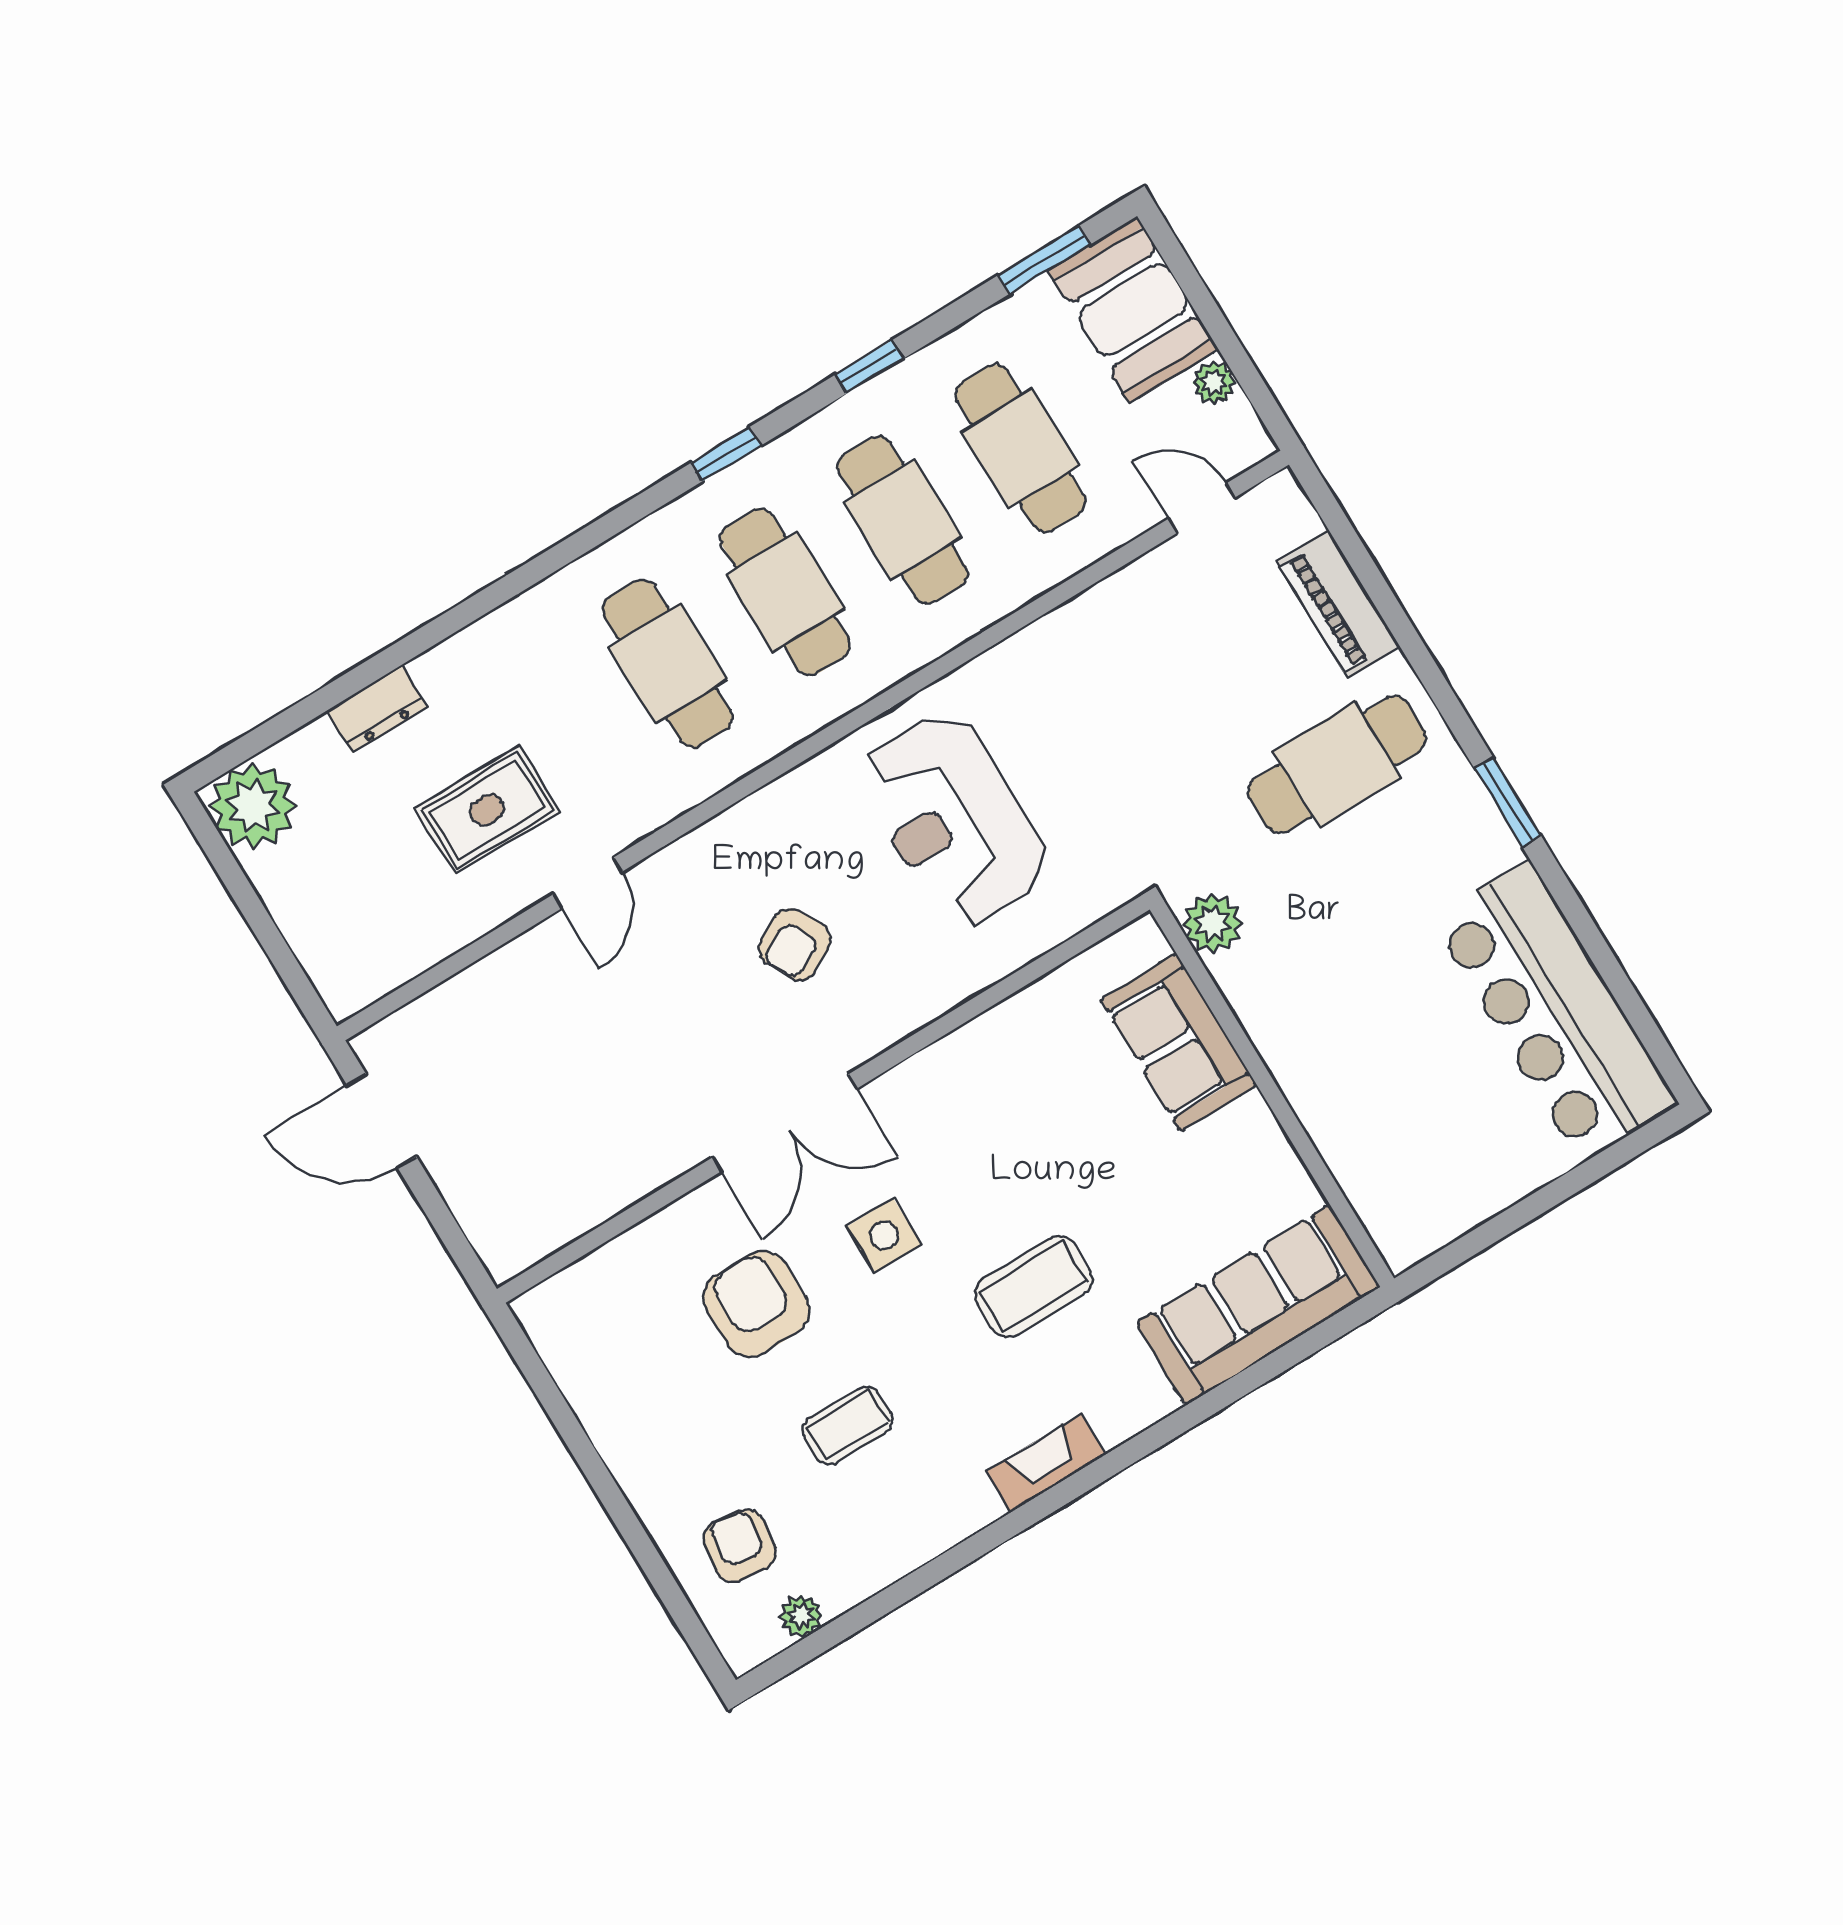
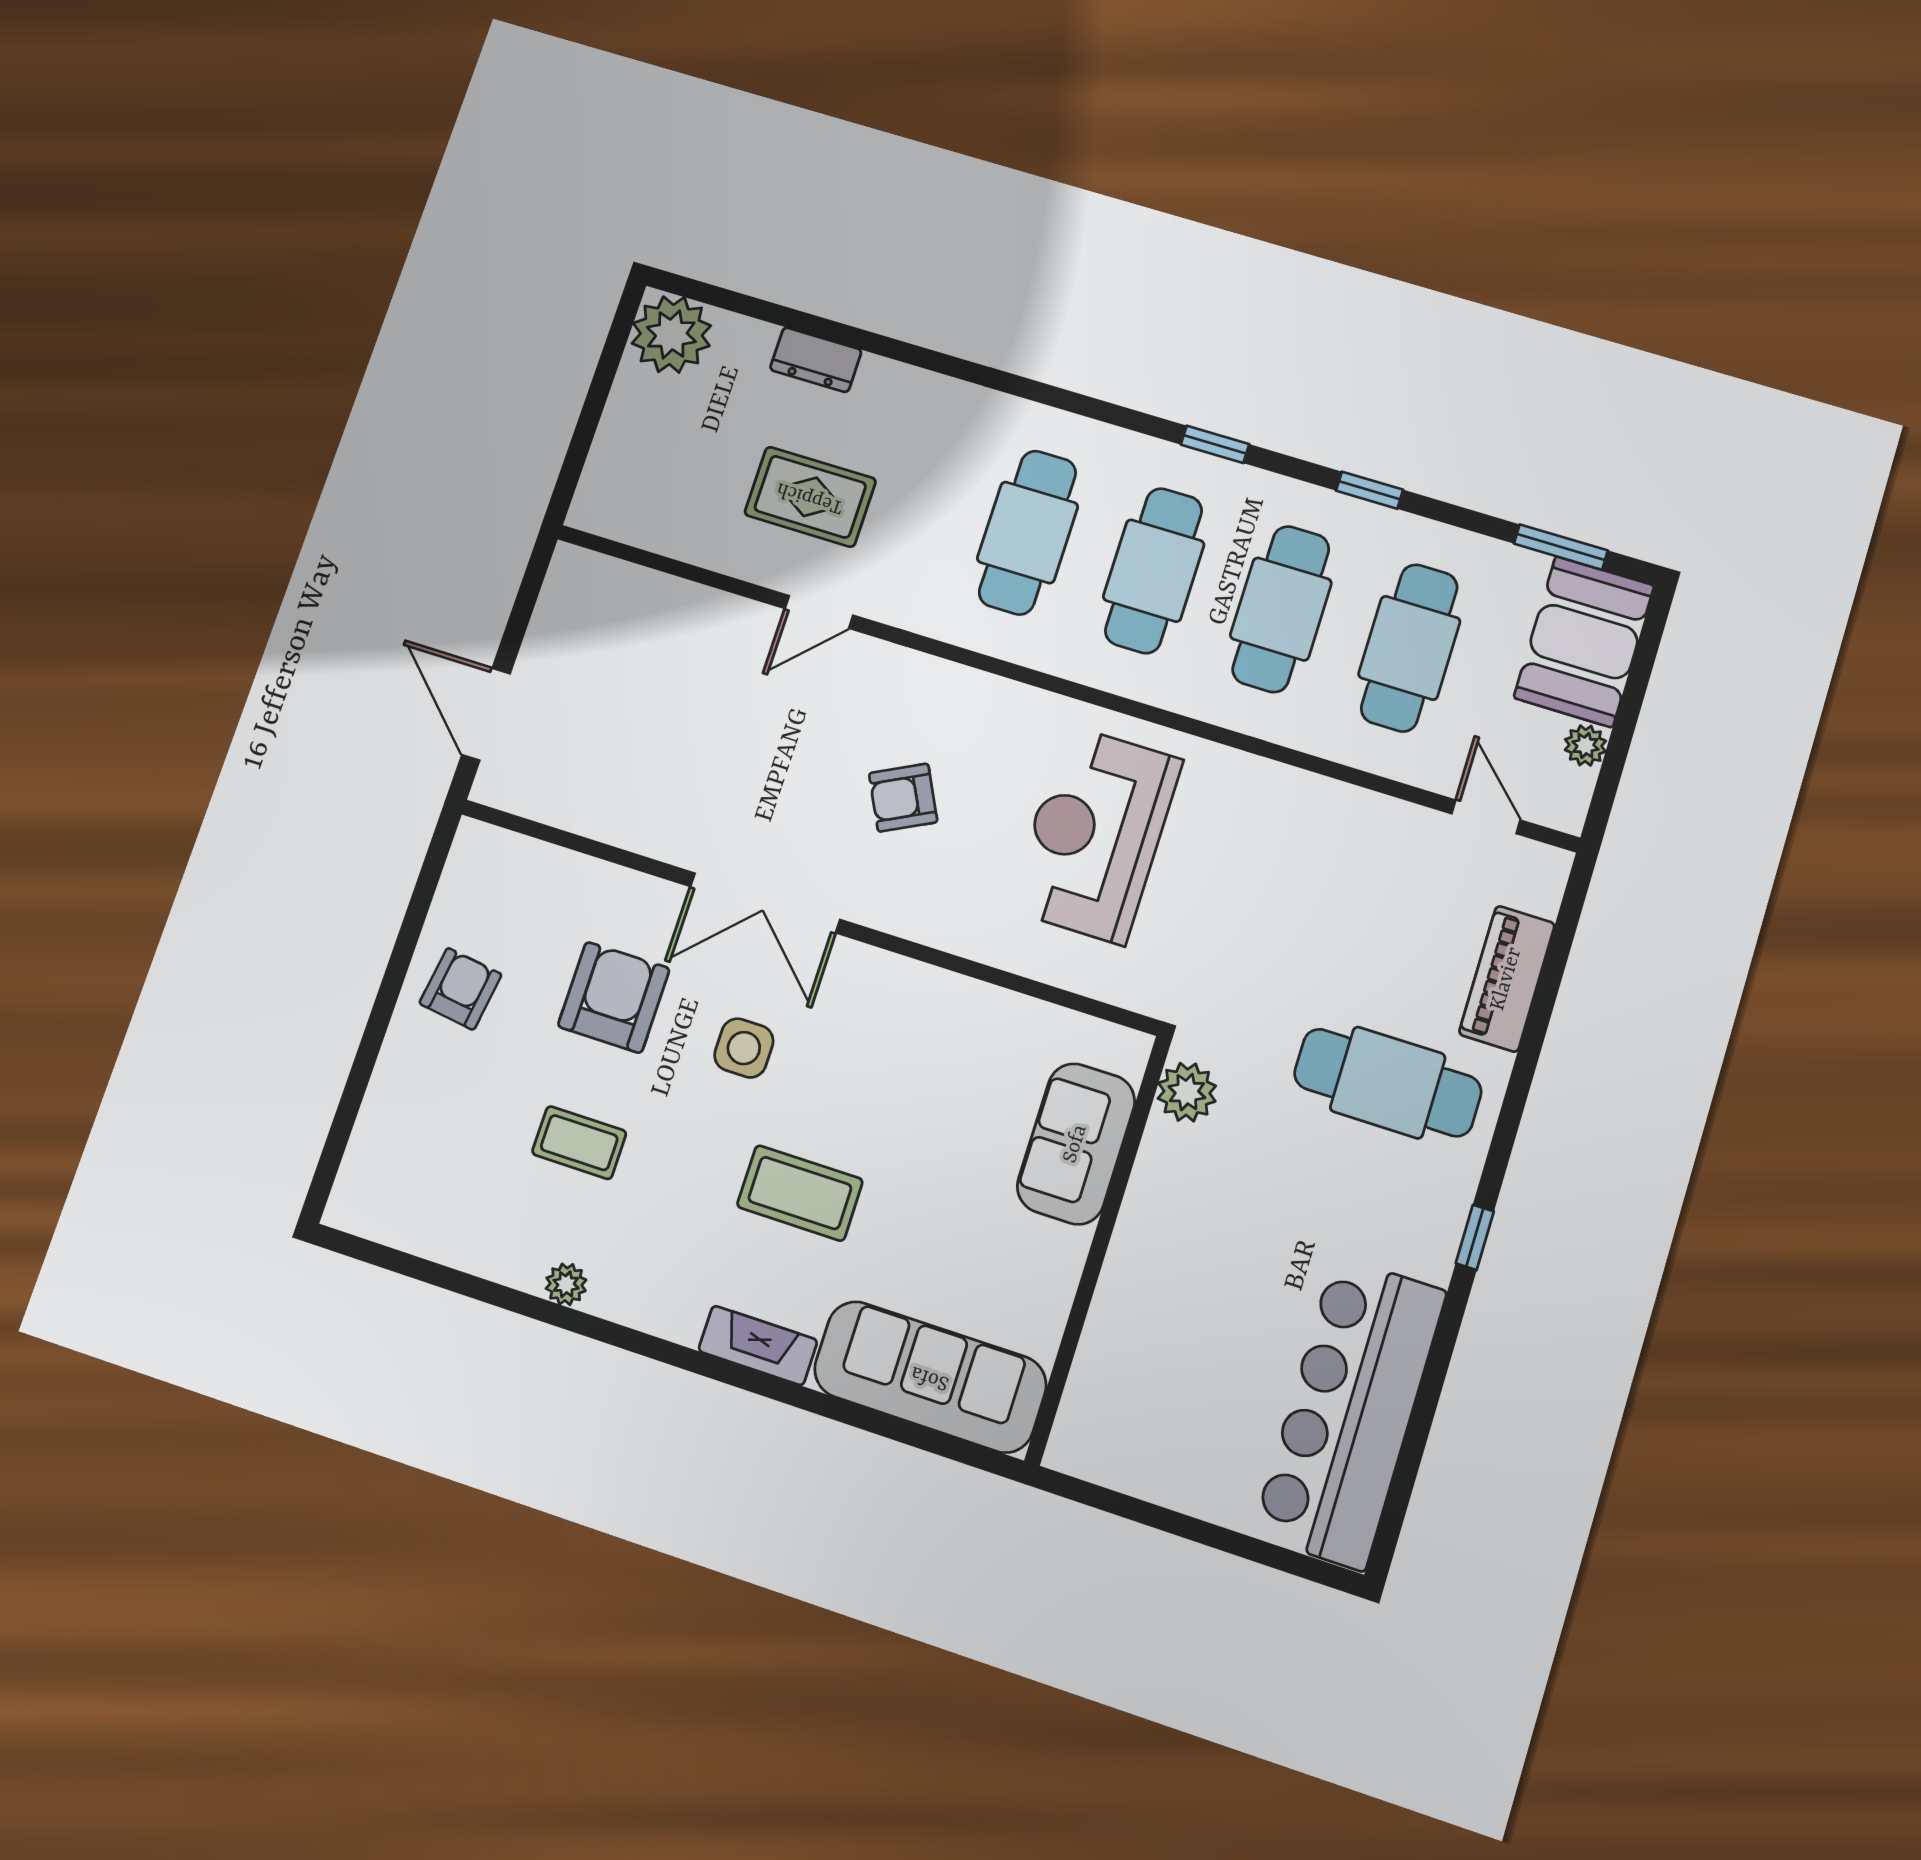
window: (1508, 802) -> (1475, 1237), width x0.67
door: (382, 1121) -> (486, 714), moved
fireplace: (1046, 1463) -> (758, 1345), moved
armchair: (740, 1546) -> (460, 989), moved
plant: (801, 1616) -> (566, 1284), moved

